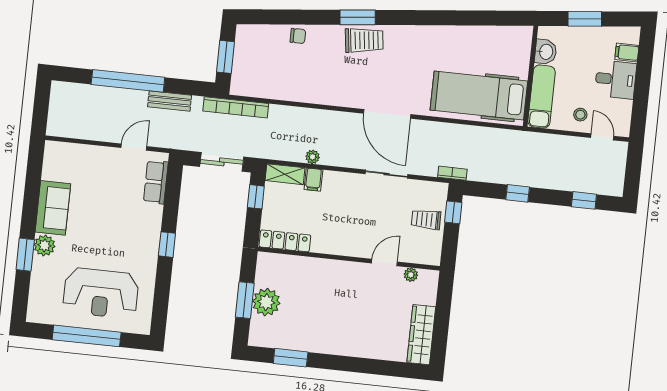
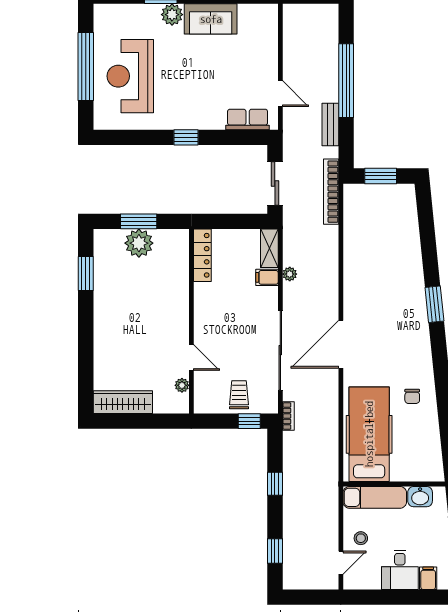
chair: (298, 36) -> (412, 396), moved
trolley: (364, 40) -> (412, 313), removed
sliding door: (387, 174) -> (280, 350), width x1.86
window: (256, 197) -> (244, 221), removed

